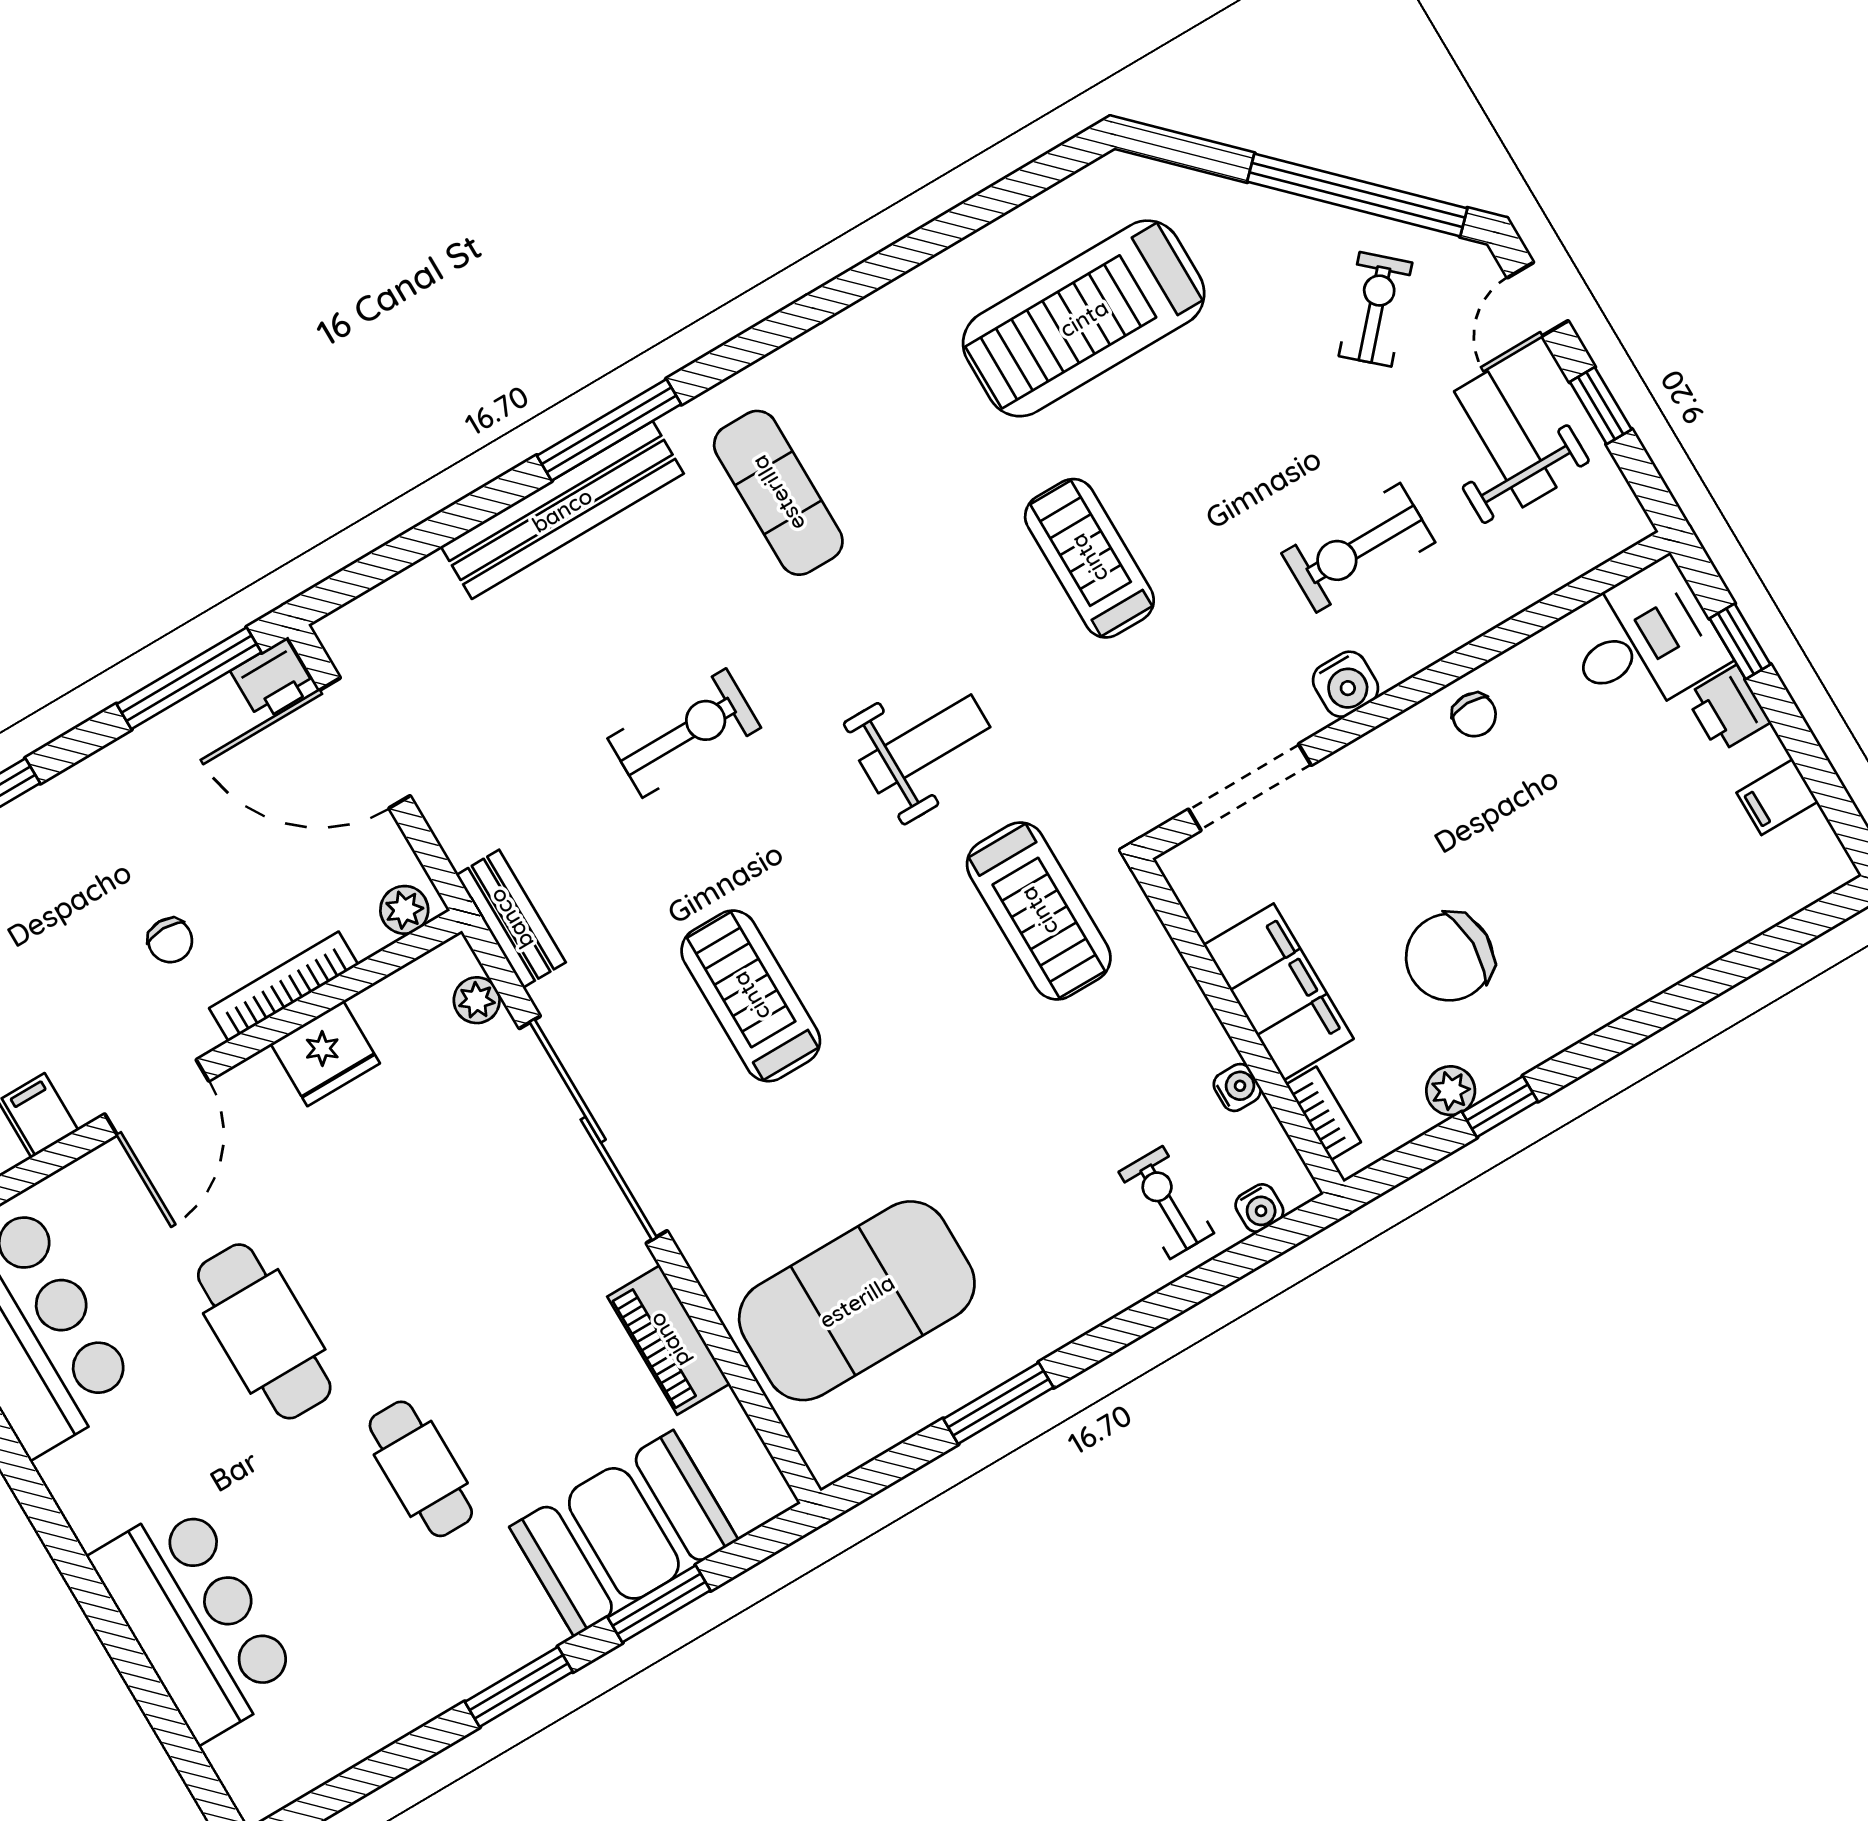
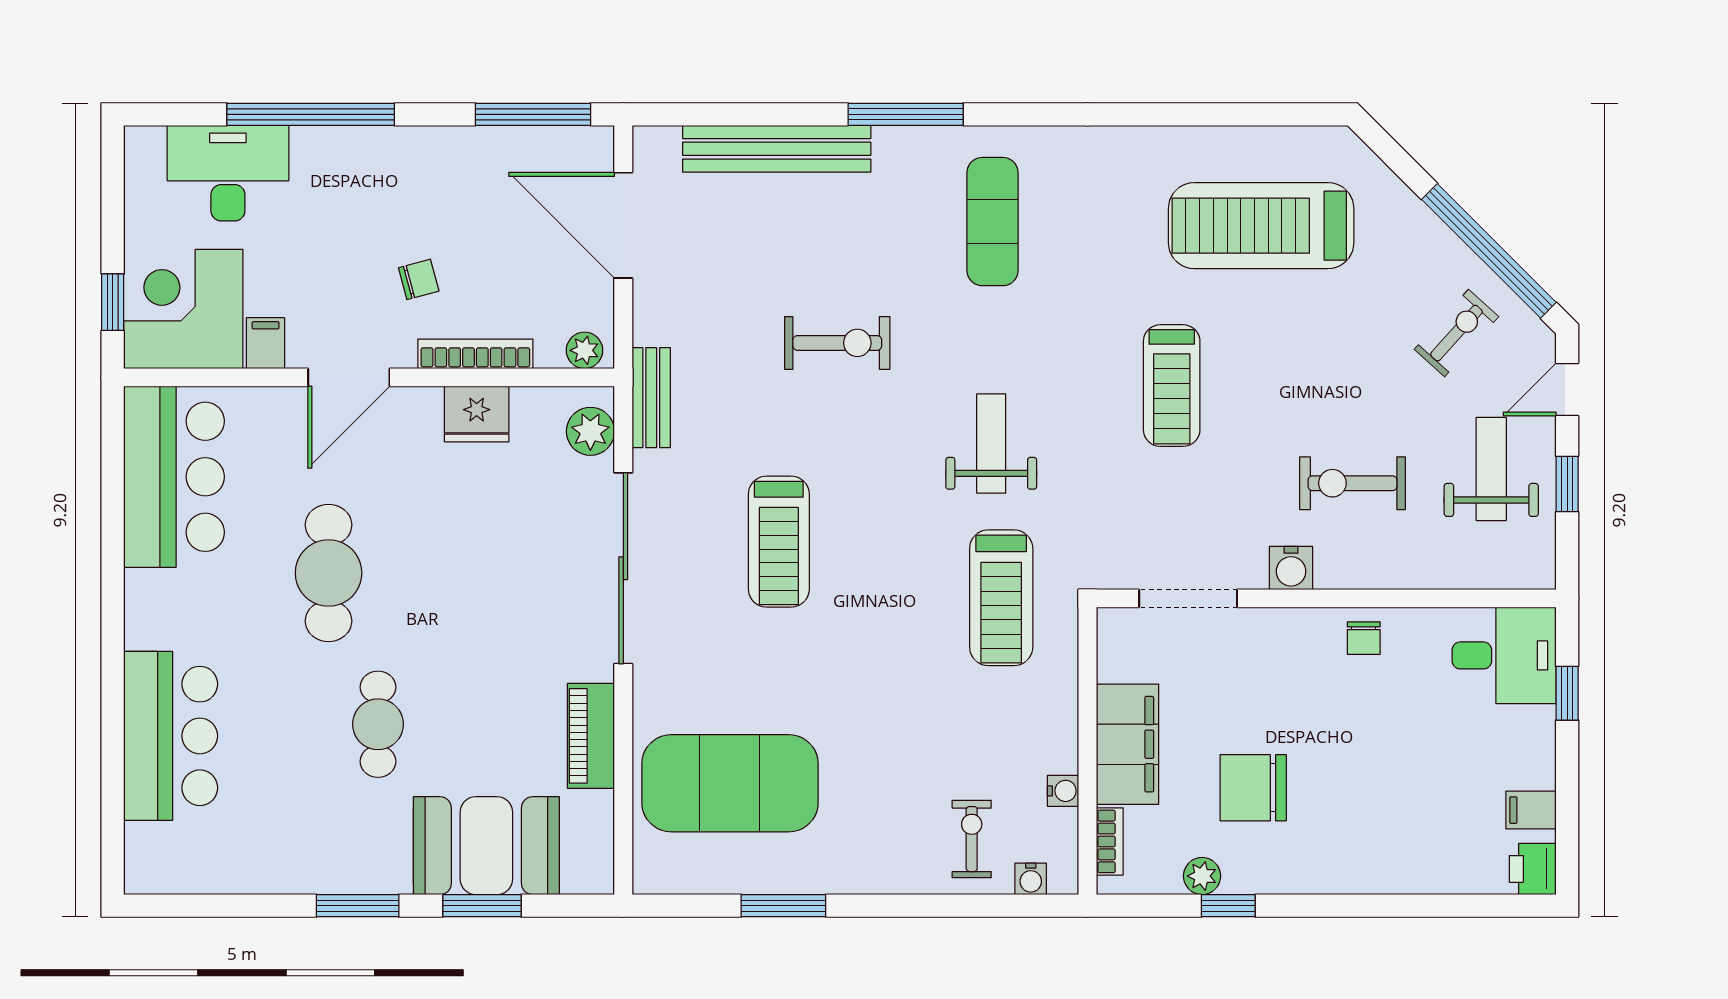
bench: (562, 510) -> (777, 149), moved
treadmill: (1089, 558) -> (1172, 386), turned 180
printer: (273, 680) -> (588, 148), removed
printer: (1728, 709) -> (1533, 869), moved
weight bench: (925, 744) -> (991, 444), turned -90
chair: (170, 940) -> (419, 279), turned -105
treadmill: (751, 996) -> (779, 542), turned 180
plant: (477, 1000) -> (590, 431), width x1.38, depth x1.38

